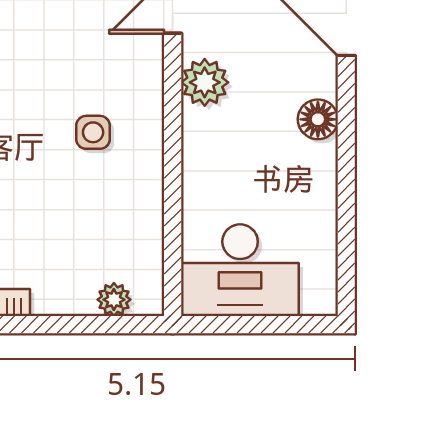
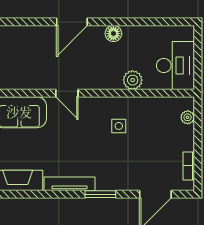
plant: (205, 82) -> (133, 80), moved

